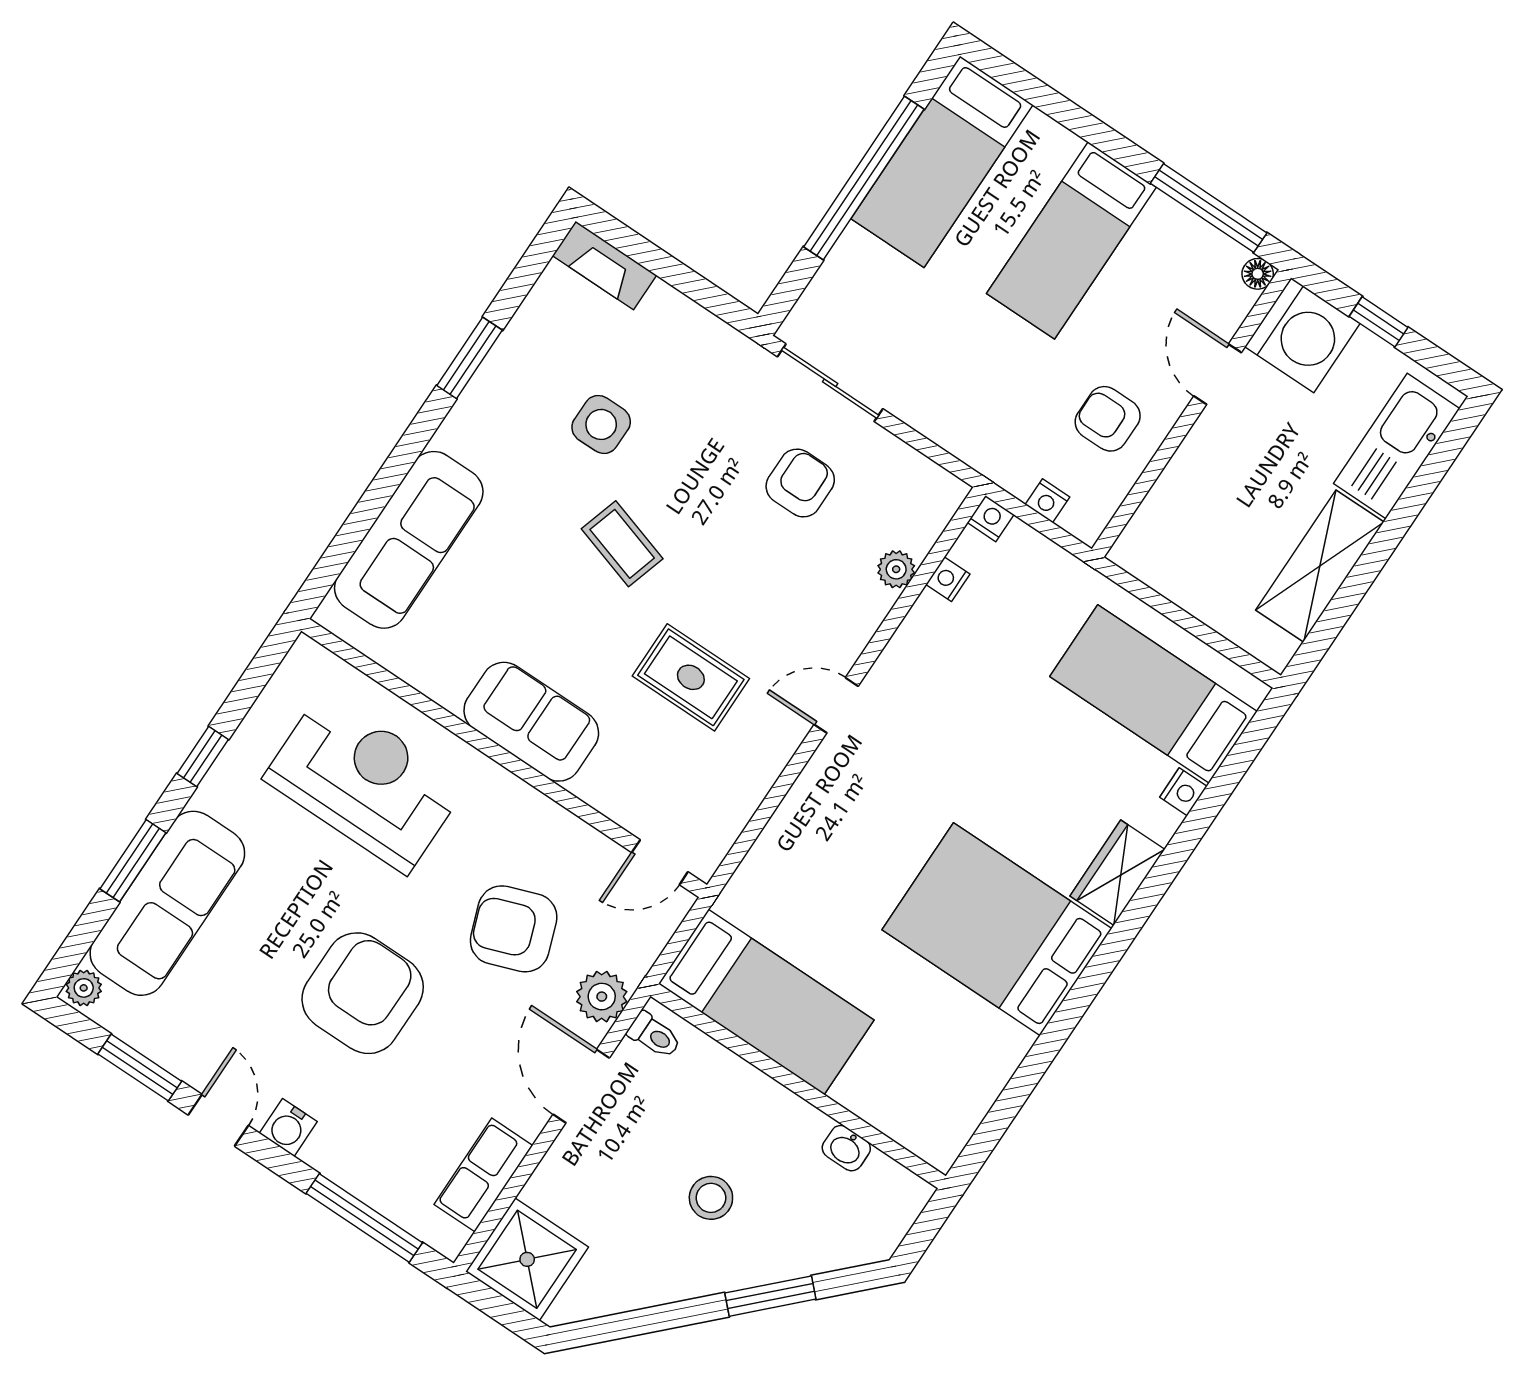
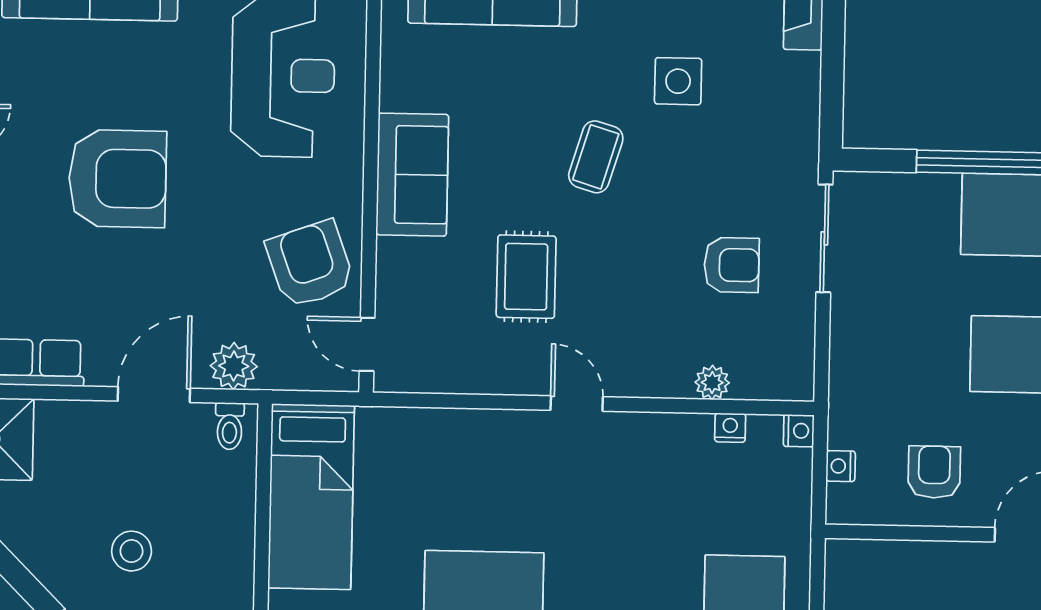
armchair: (514, 929) -> (310, 264), moved

